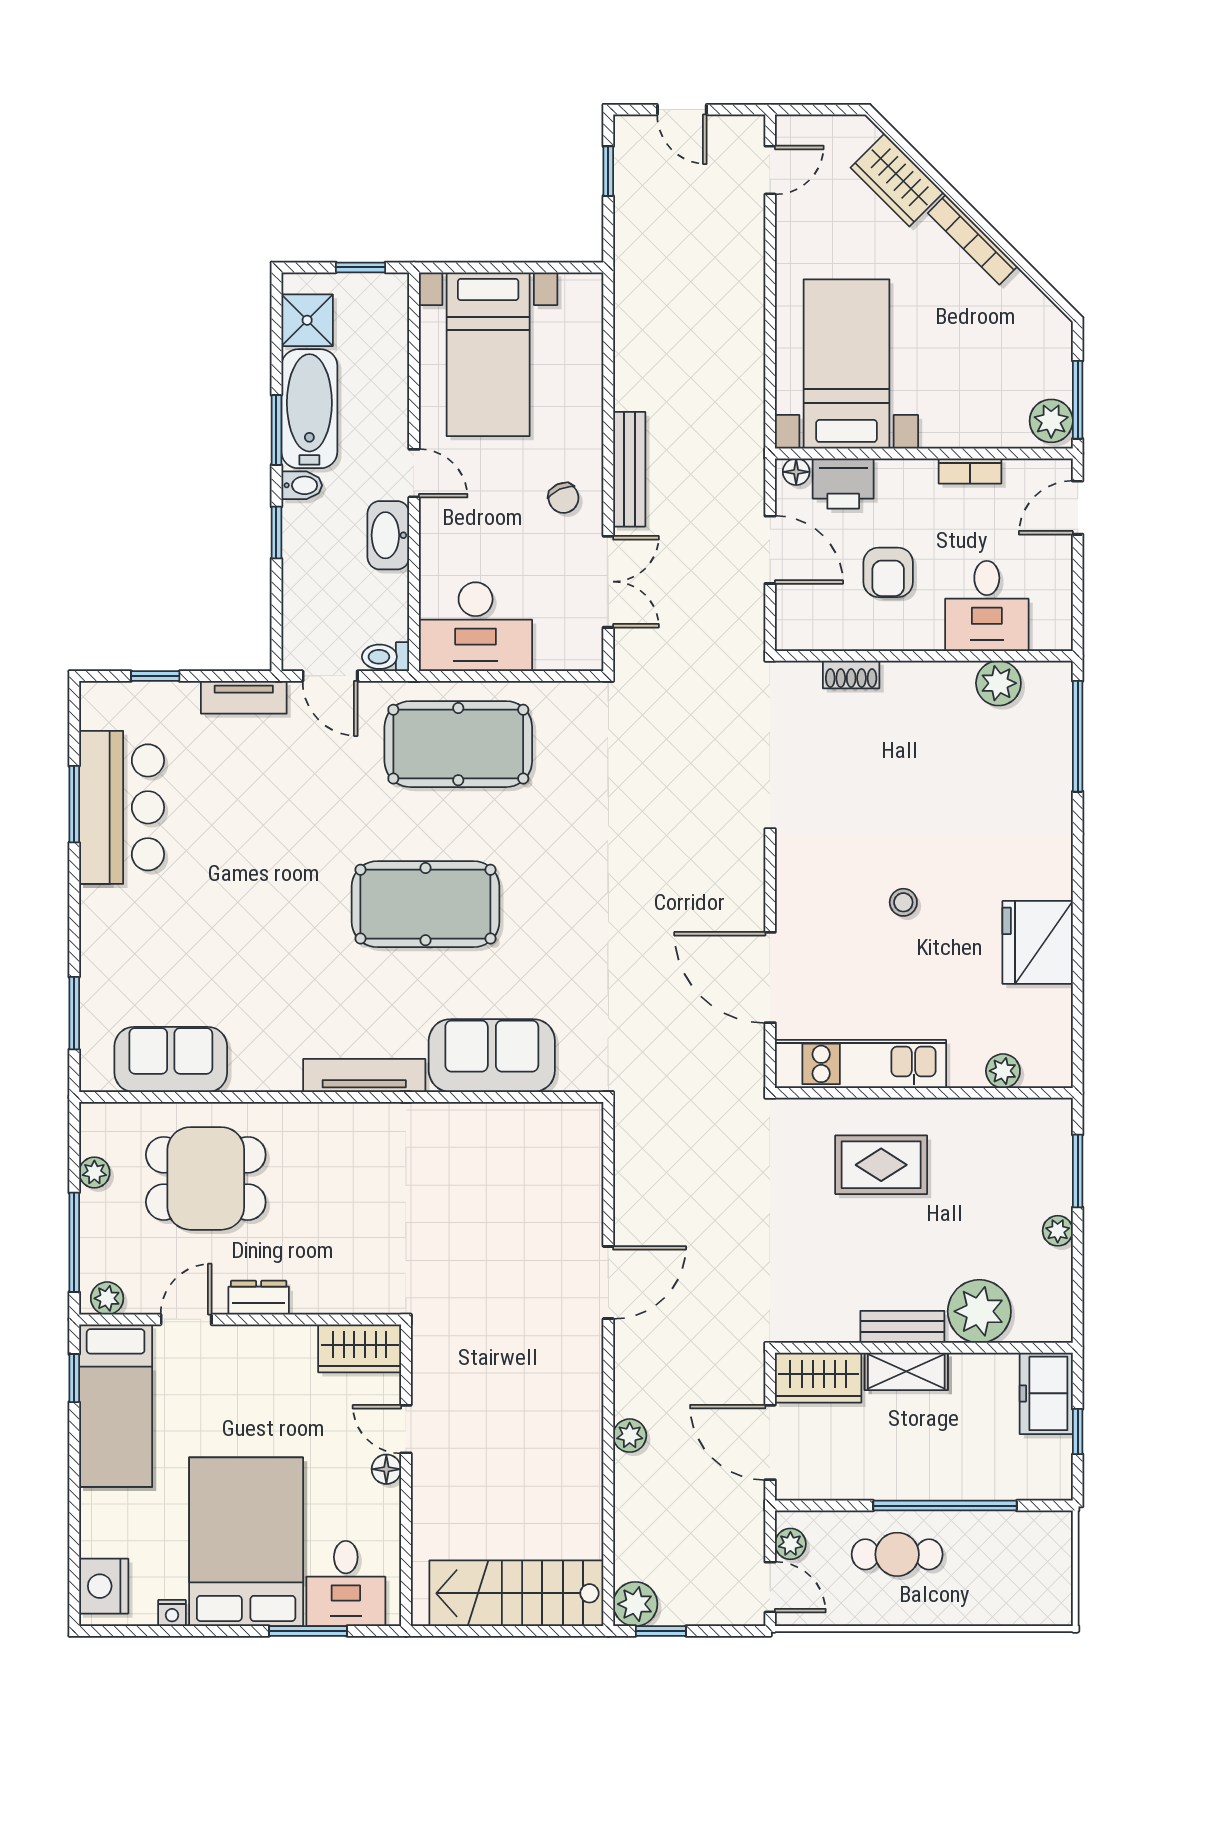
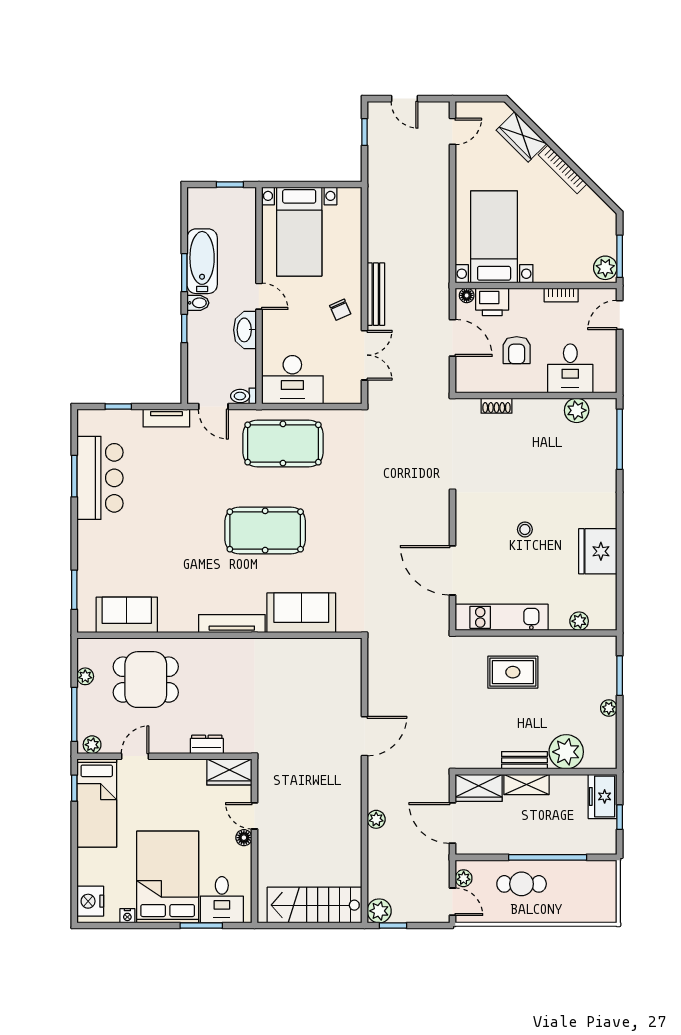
shower: (307, 320) -> (201, 213), removed
dresser: (259, 1298) -> (207, 744), moved

